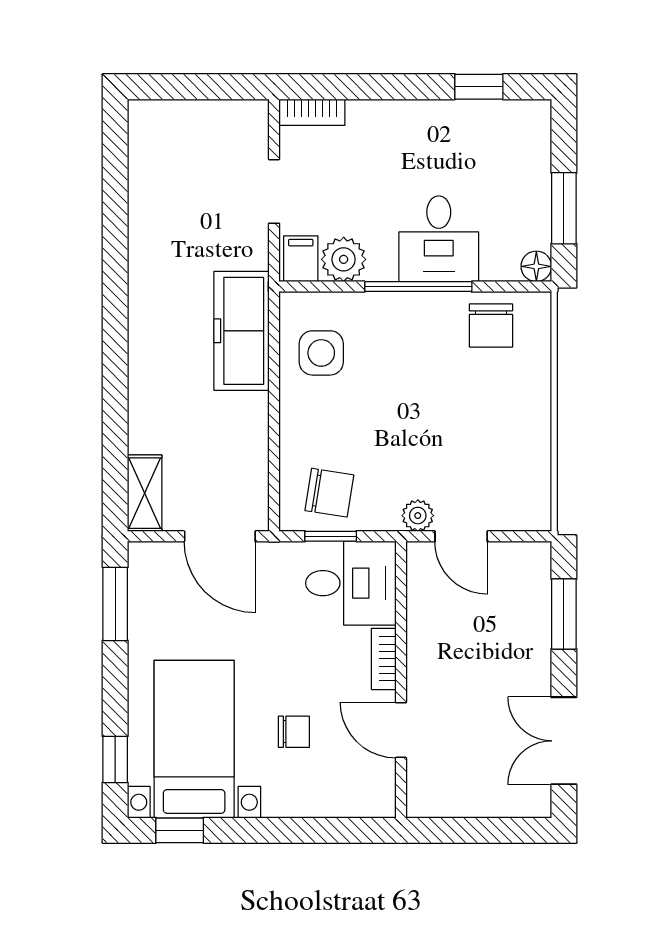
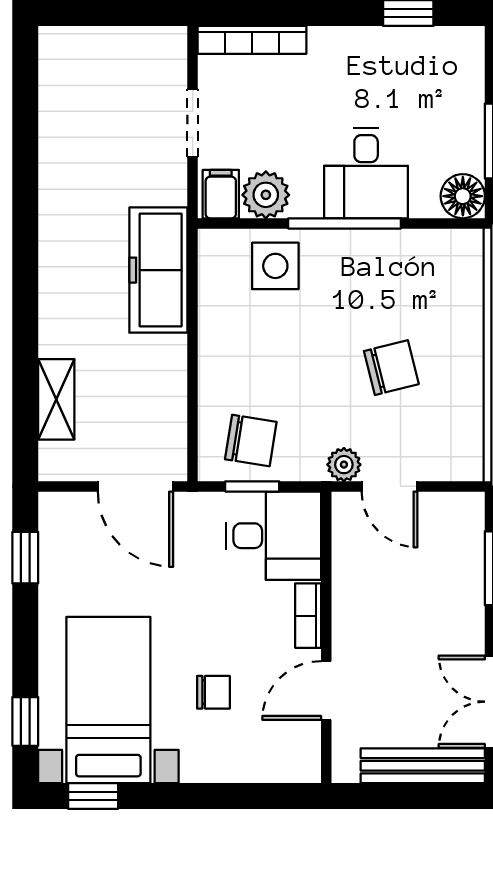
bookcase: (312, 112) -> (252, 40), width x1.56
floor lamp: (536, 266) -> (463, 196), width x1.37, depth x1.37
chair: (491, 326) -> (391, 368), moved, turned -104
side table: (321, 353) -> (275, 266), moved
shelving: (145, 493) -> (56, 399), moved
window: (115, 604) -> (25, 558), width x0.67
door: (401, 730) -> (326, 690), hinge flipped
bench: (493, 801) -> (423, 766), added

